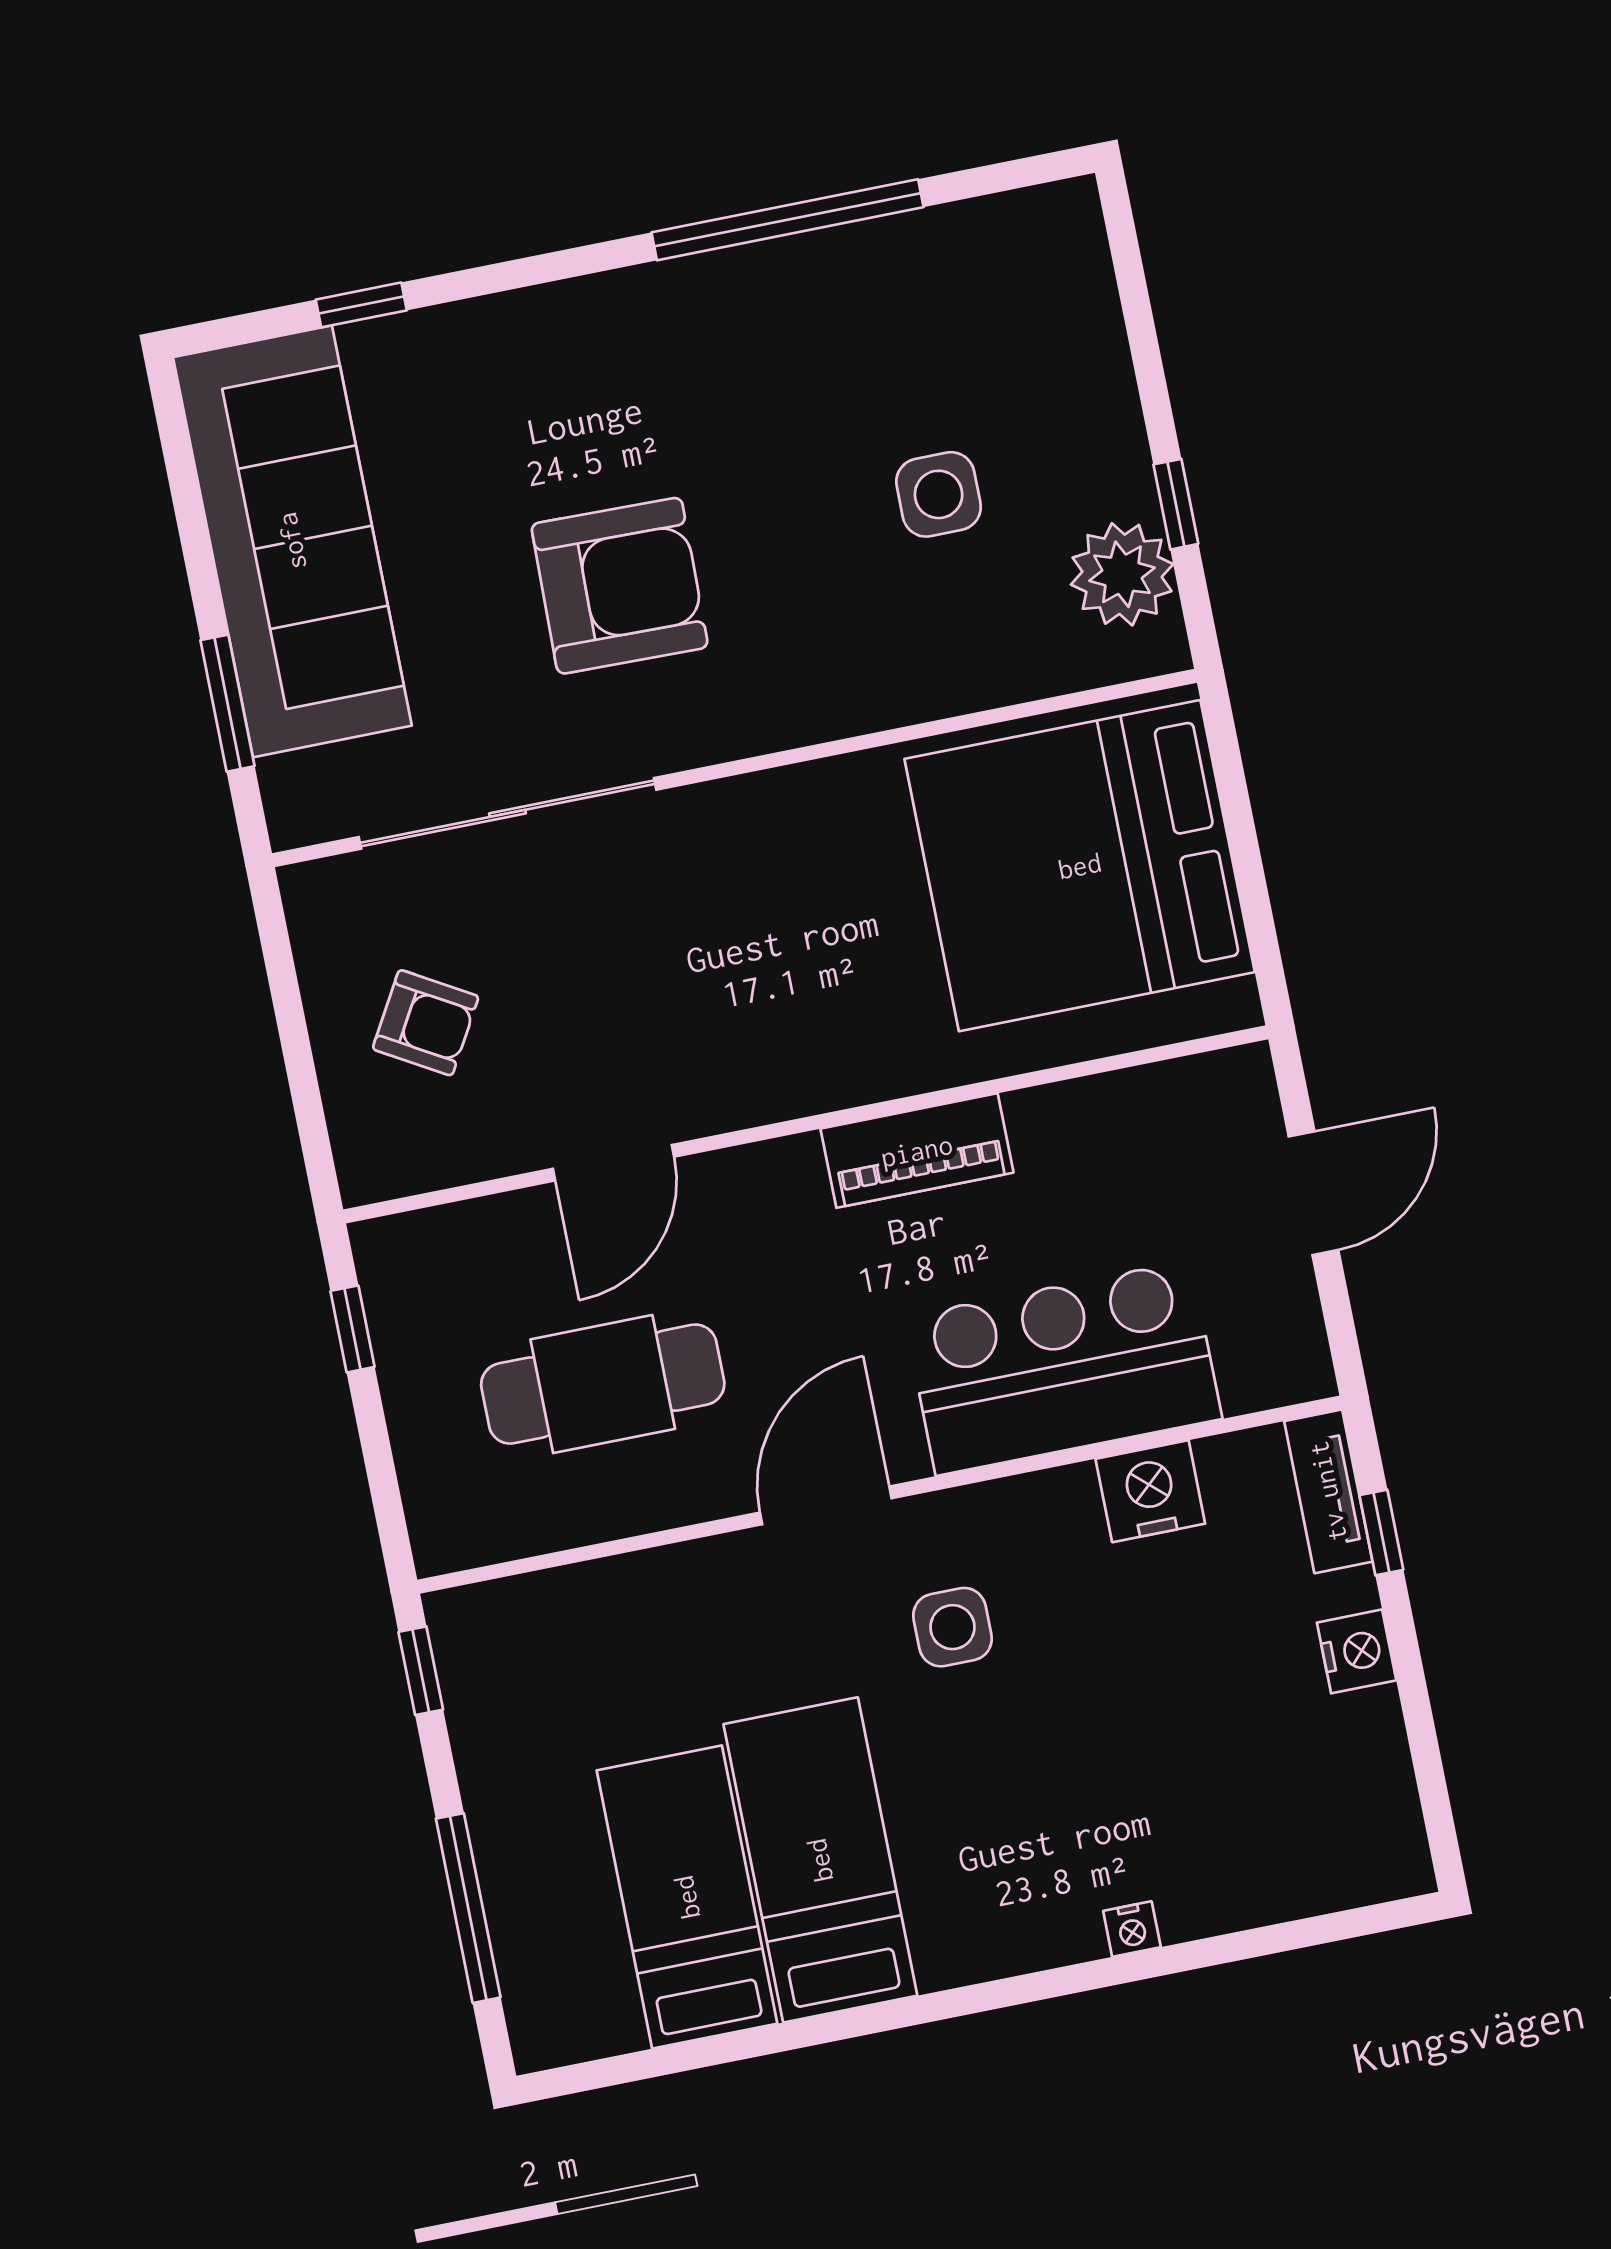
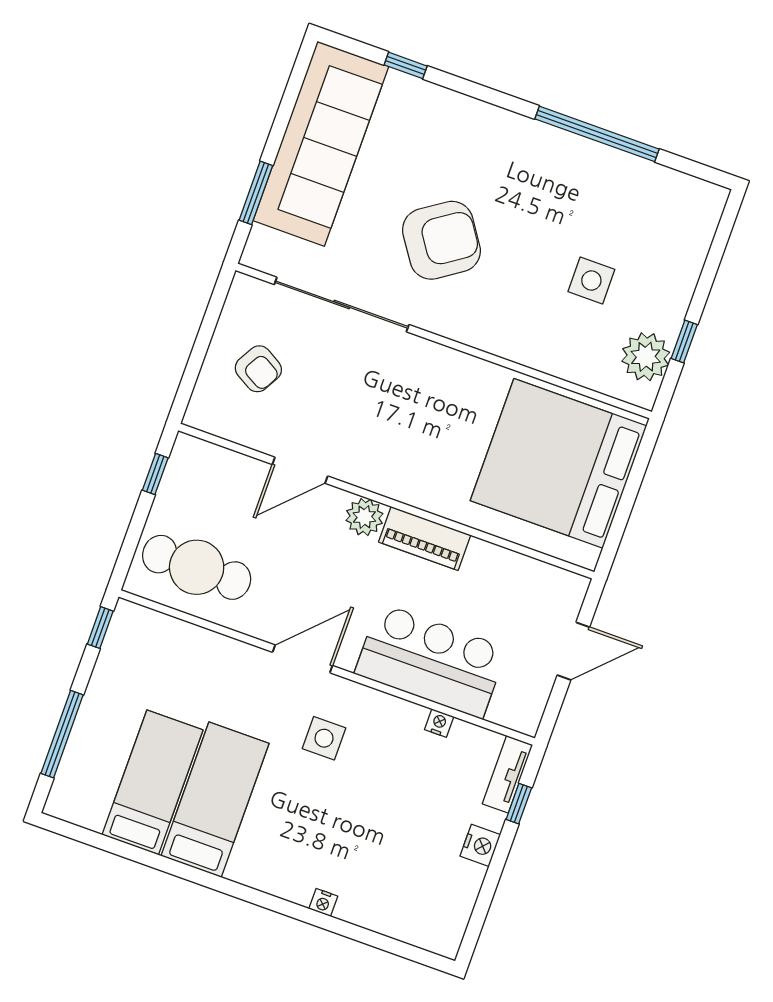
armchair: (620, 586) -> (441, 240), turned -35
plant: (783, 1177) -> (364, 517), added
cafe table: (603, 1384) -> (197, 567), moved
nightstand: (1150, 1491) -> (439, 723), width x0.53, depth x0.56

